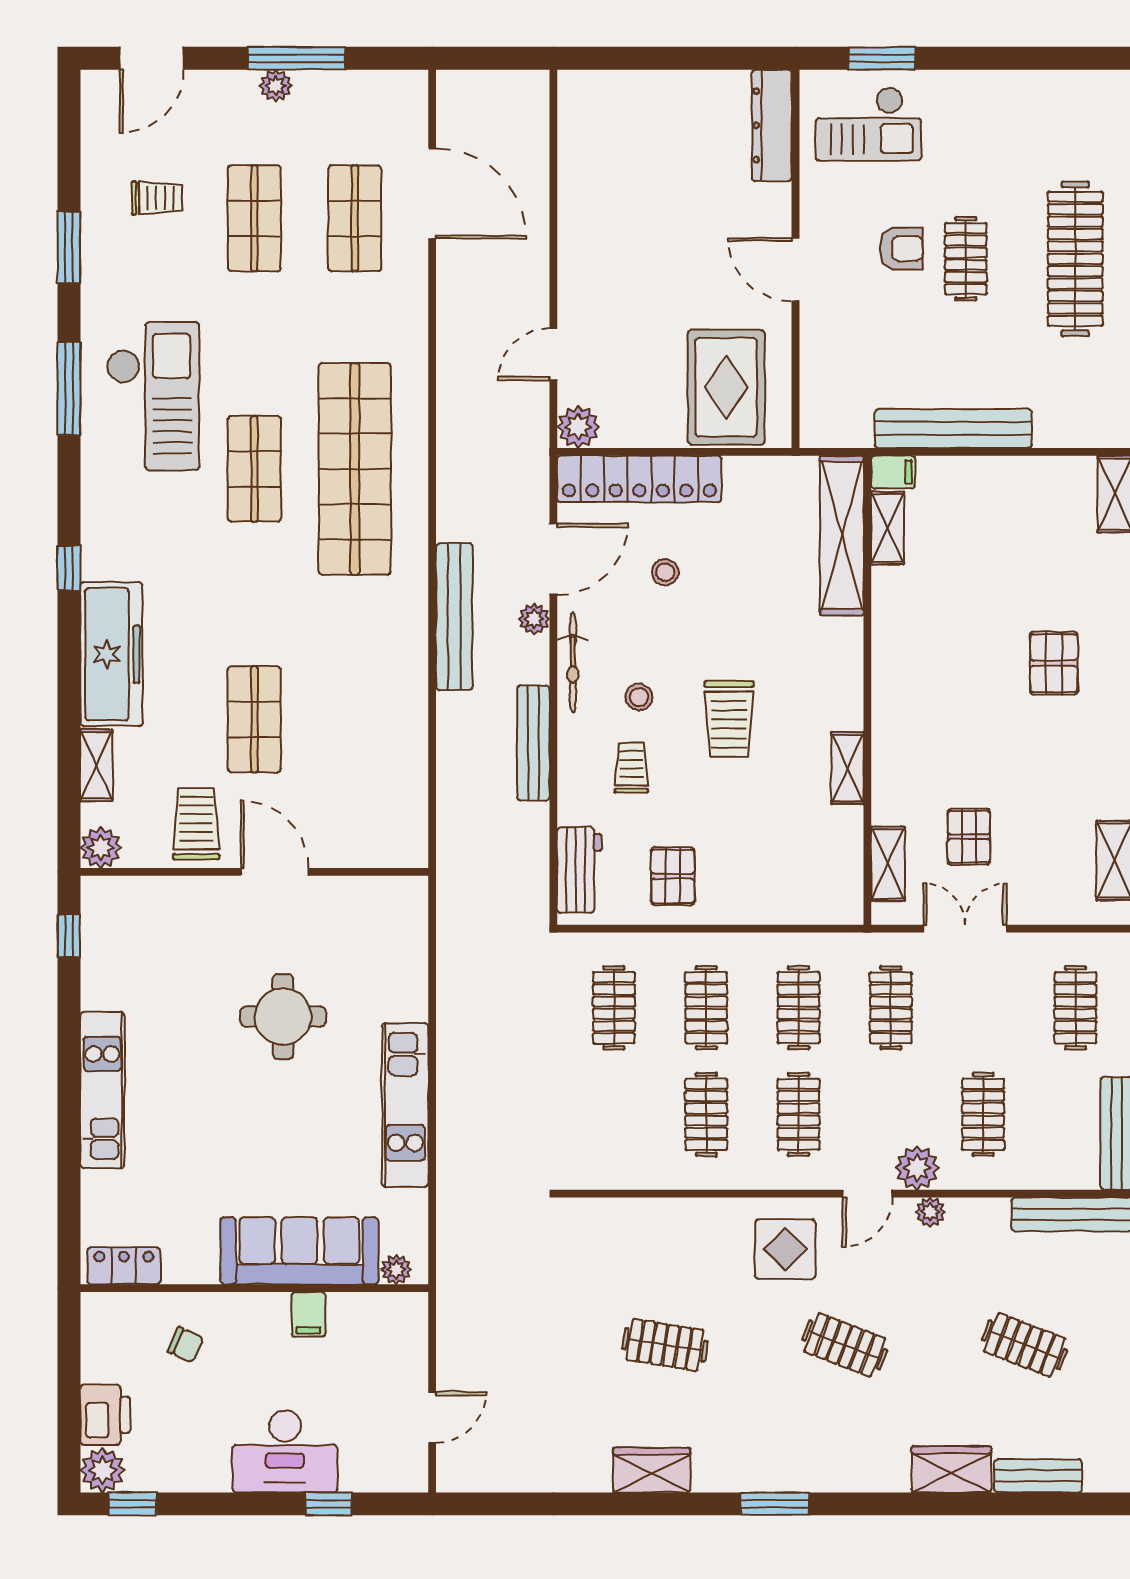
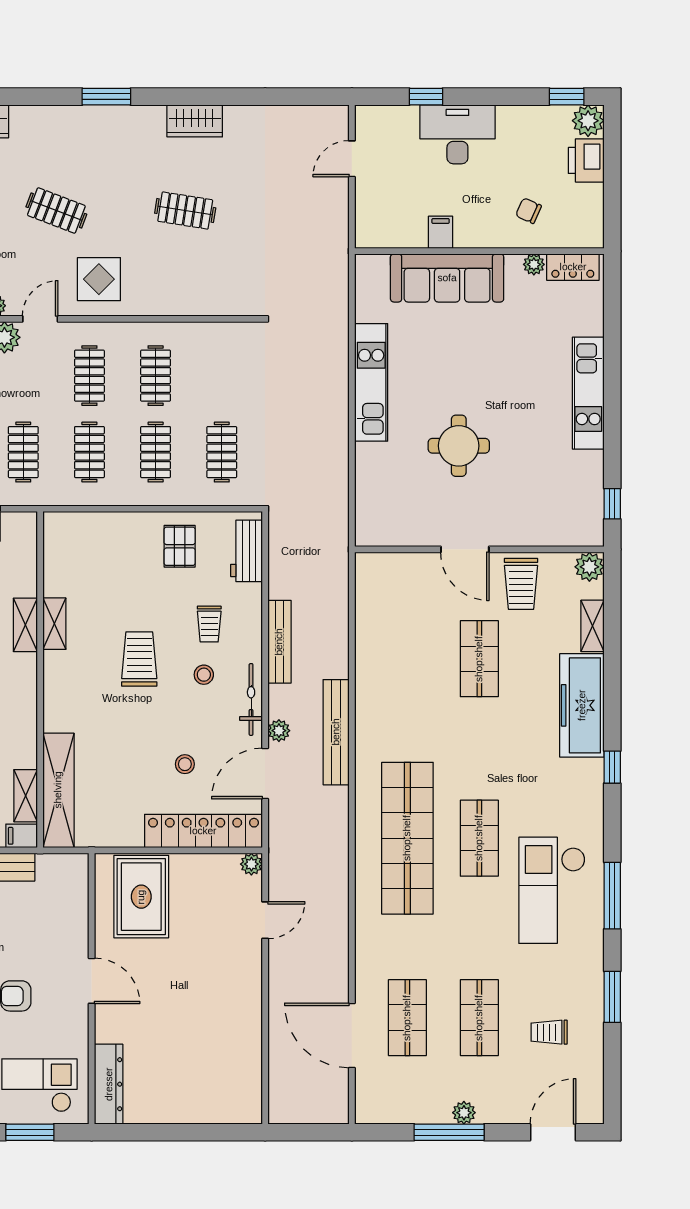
plant: (578, 427) -> (251, 864), width x0.73, depth x0.73
shelving: (888, 864) -> (25, 625), moved
plant: (396, 1270) -> (534, 264), moved

